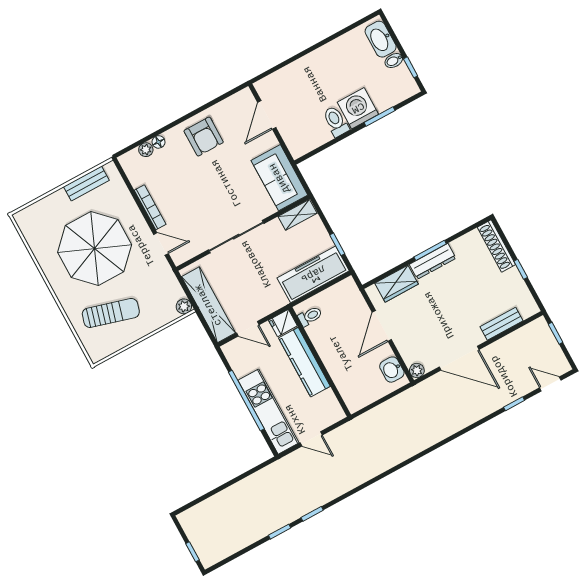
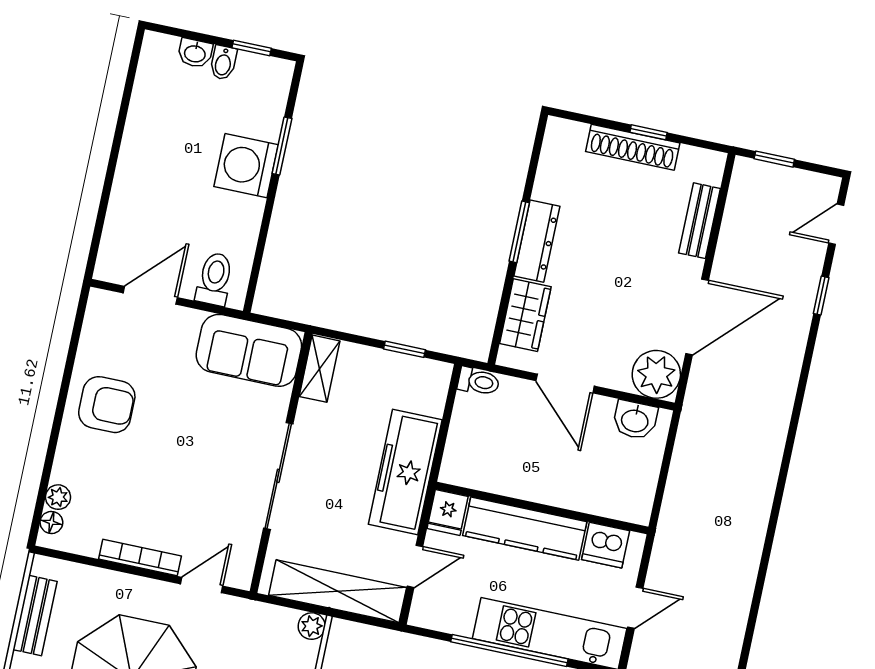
washbasin: (381, 39) -> (195, 53), width x0.52, depth x0.69
door: (267, 115) -> (150, 295), swing flipped
toilet: (336, 121) -> (215, 279), moved, turned 90
floor lamp: (159, 142) -> (51, 522), moved
shoe rack: (496, 246) -> (633, 147), moved
freezer: (313, 274) -> (405, 472), moved
toilet: (310, 316) -> (479, 381), moved, turned 90
plant: (417, 370) -> (656, 374), width x1.88, depth x1.88
dishwasher: (327, 403) -> (606, 545), added

